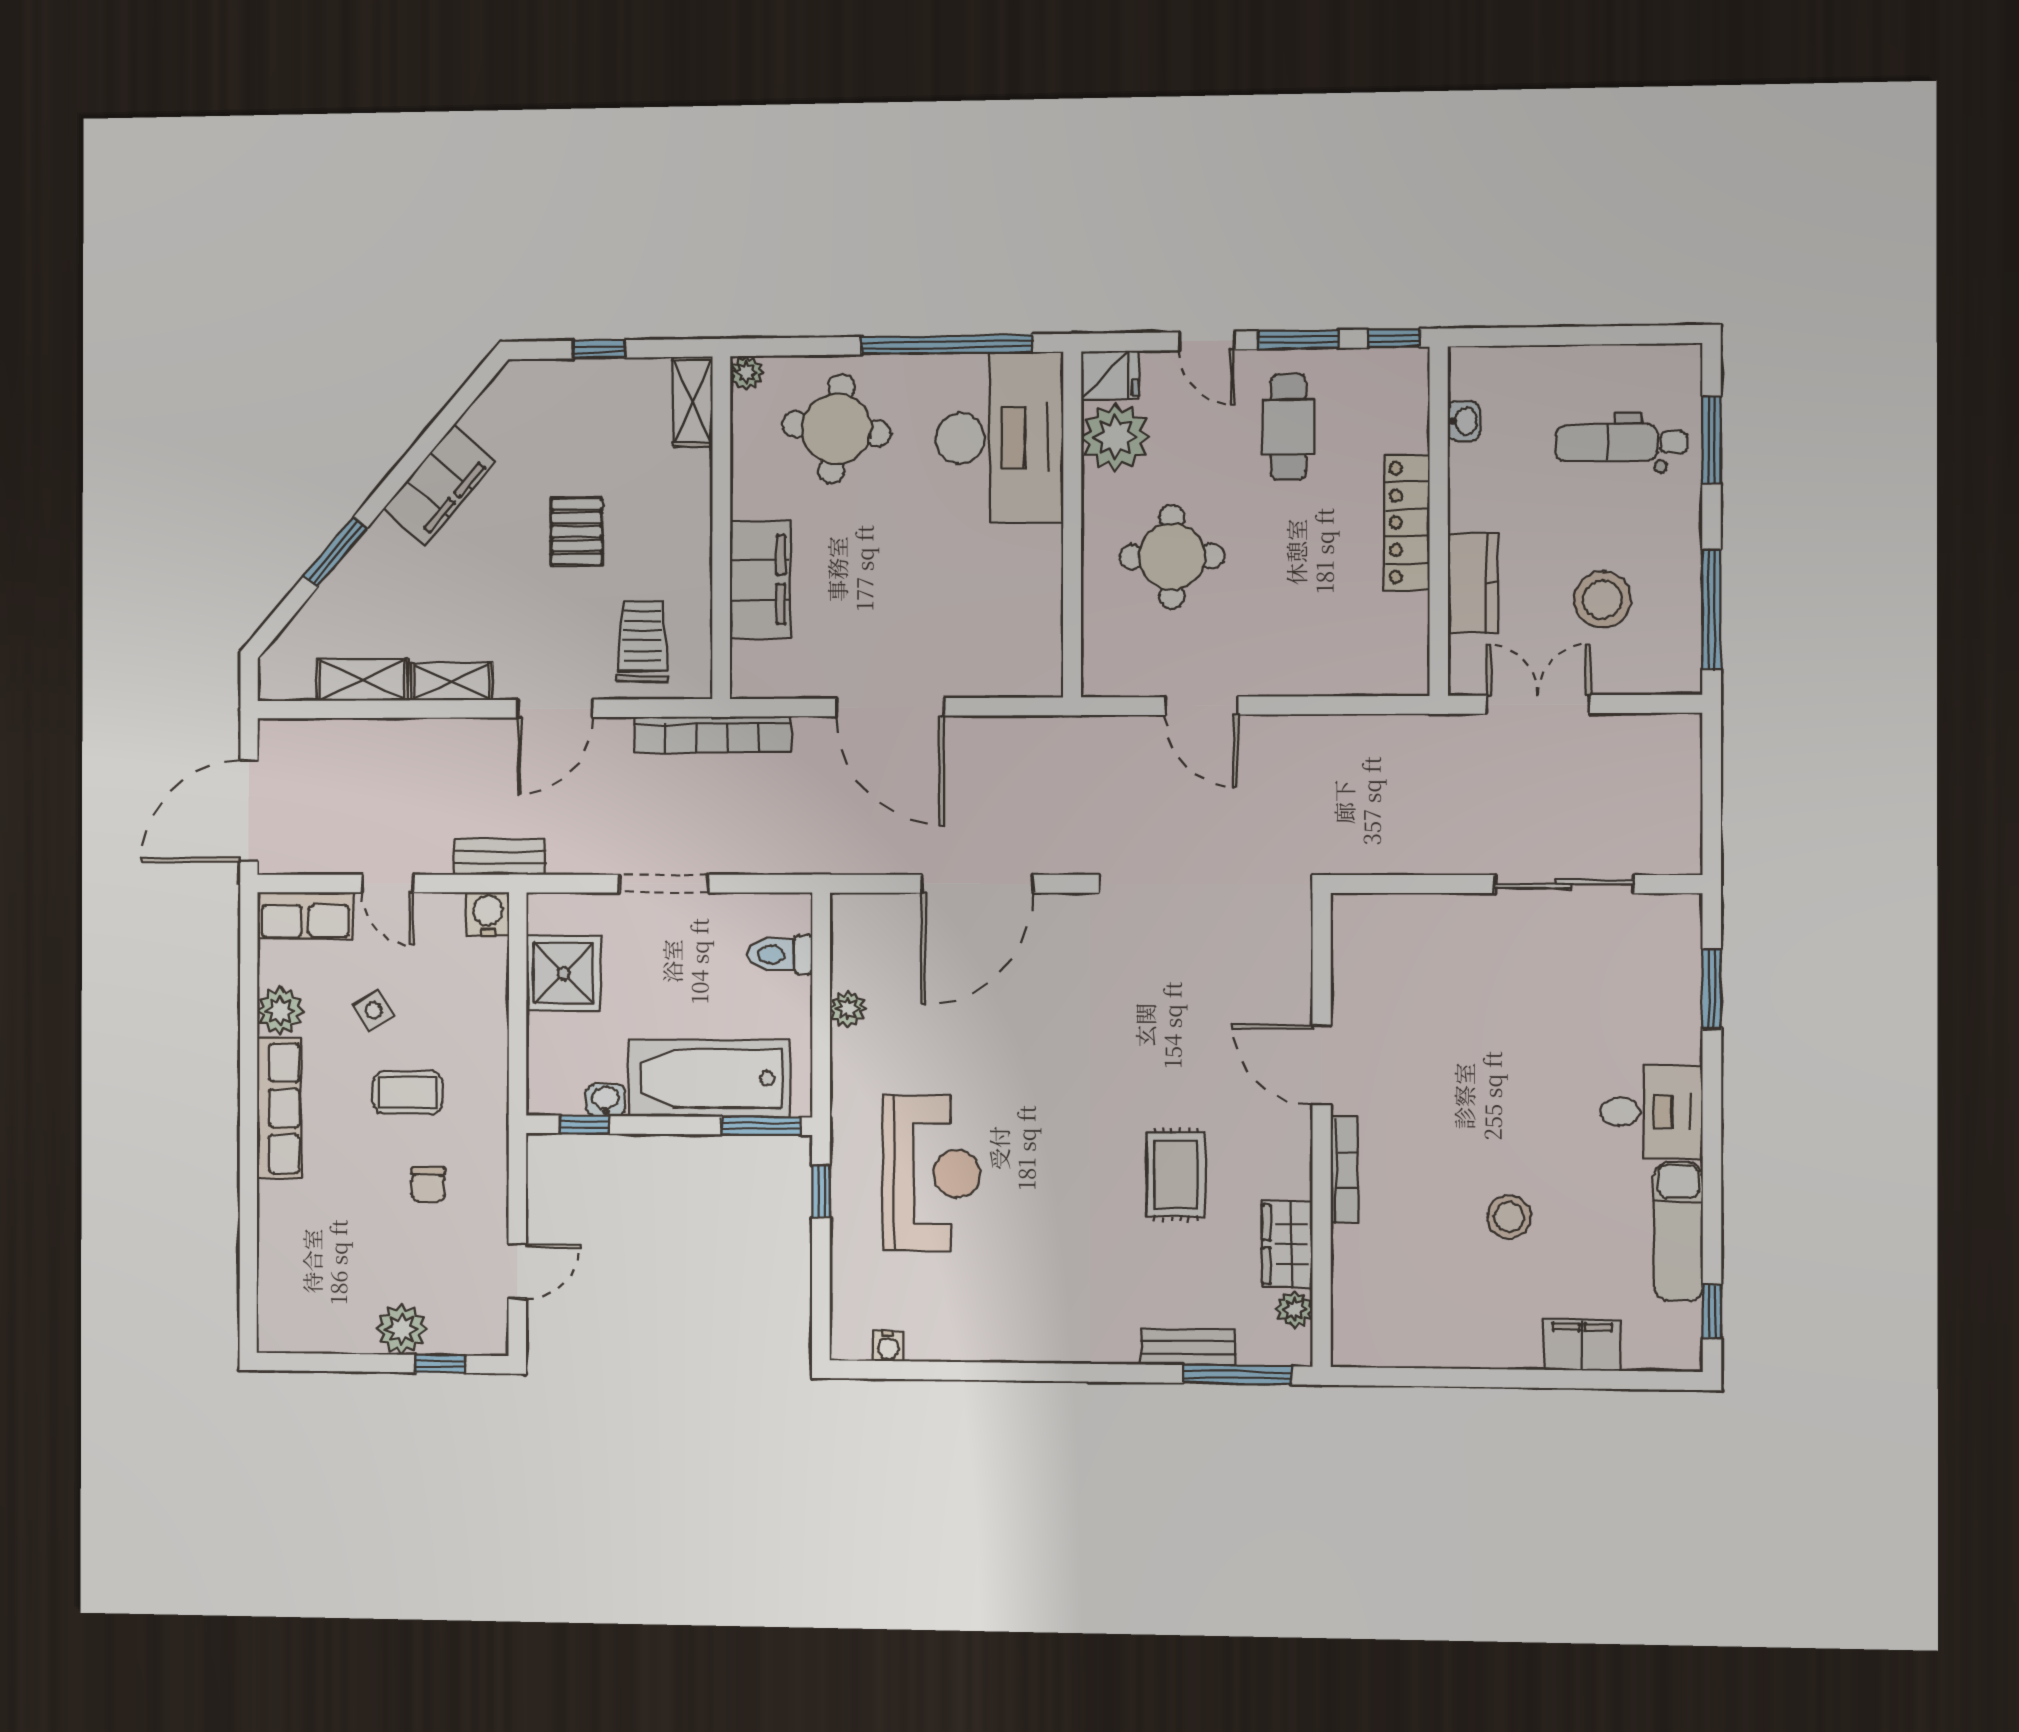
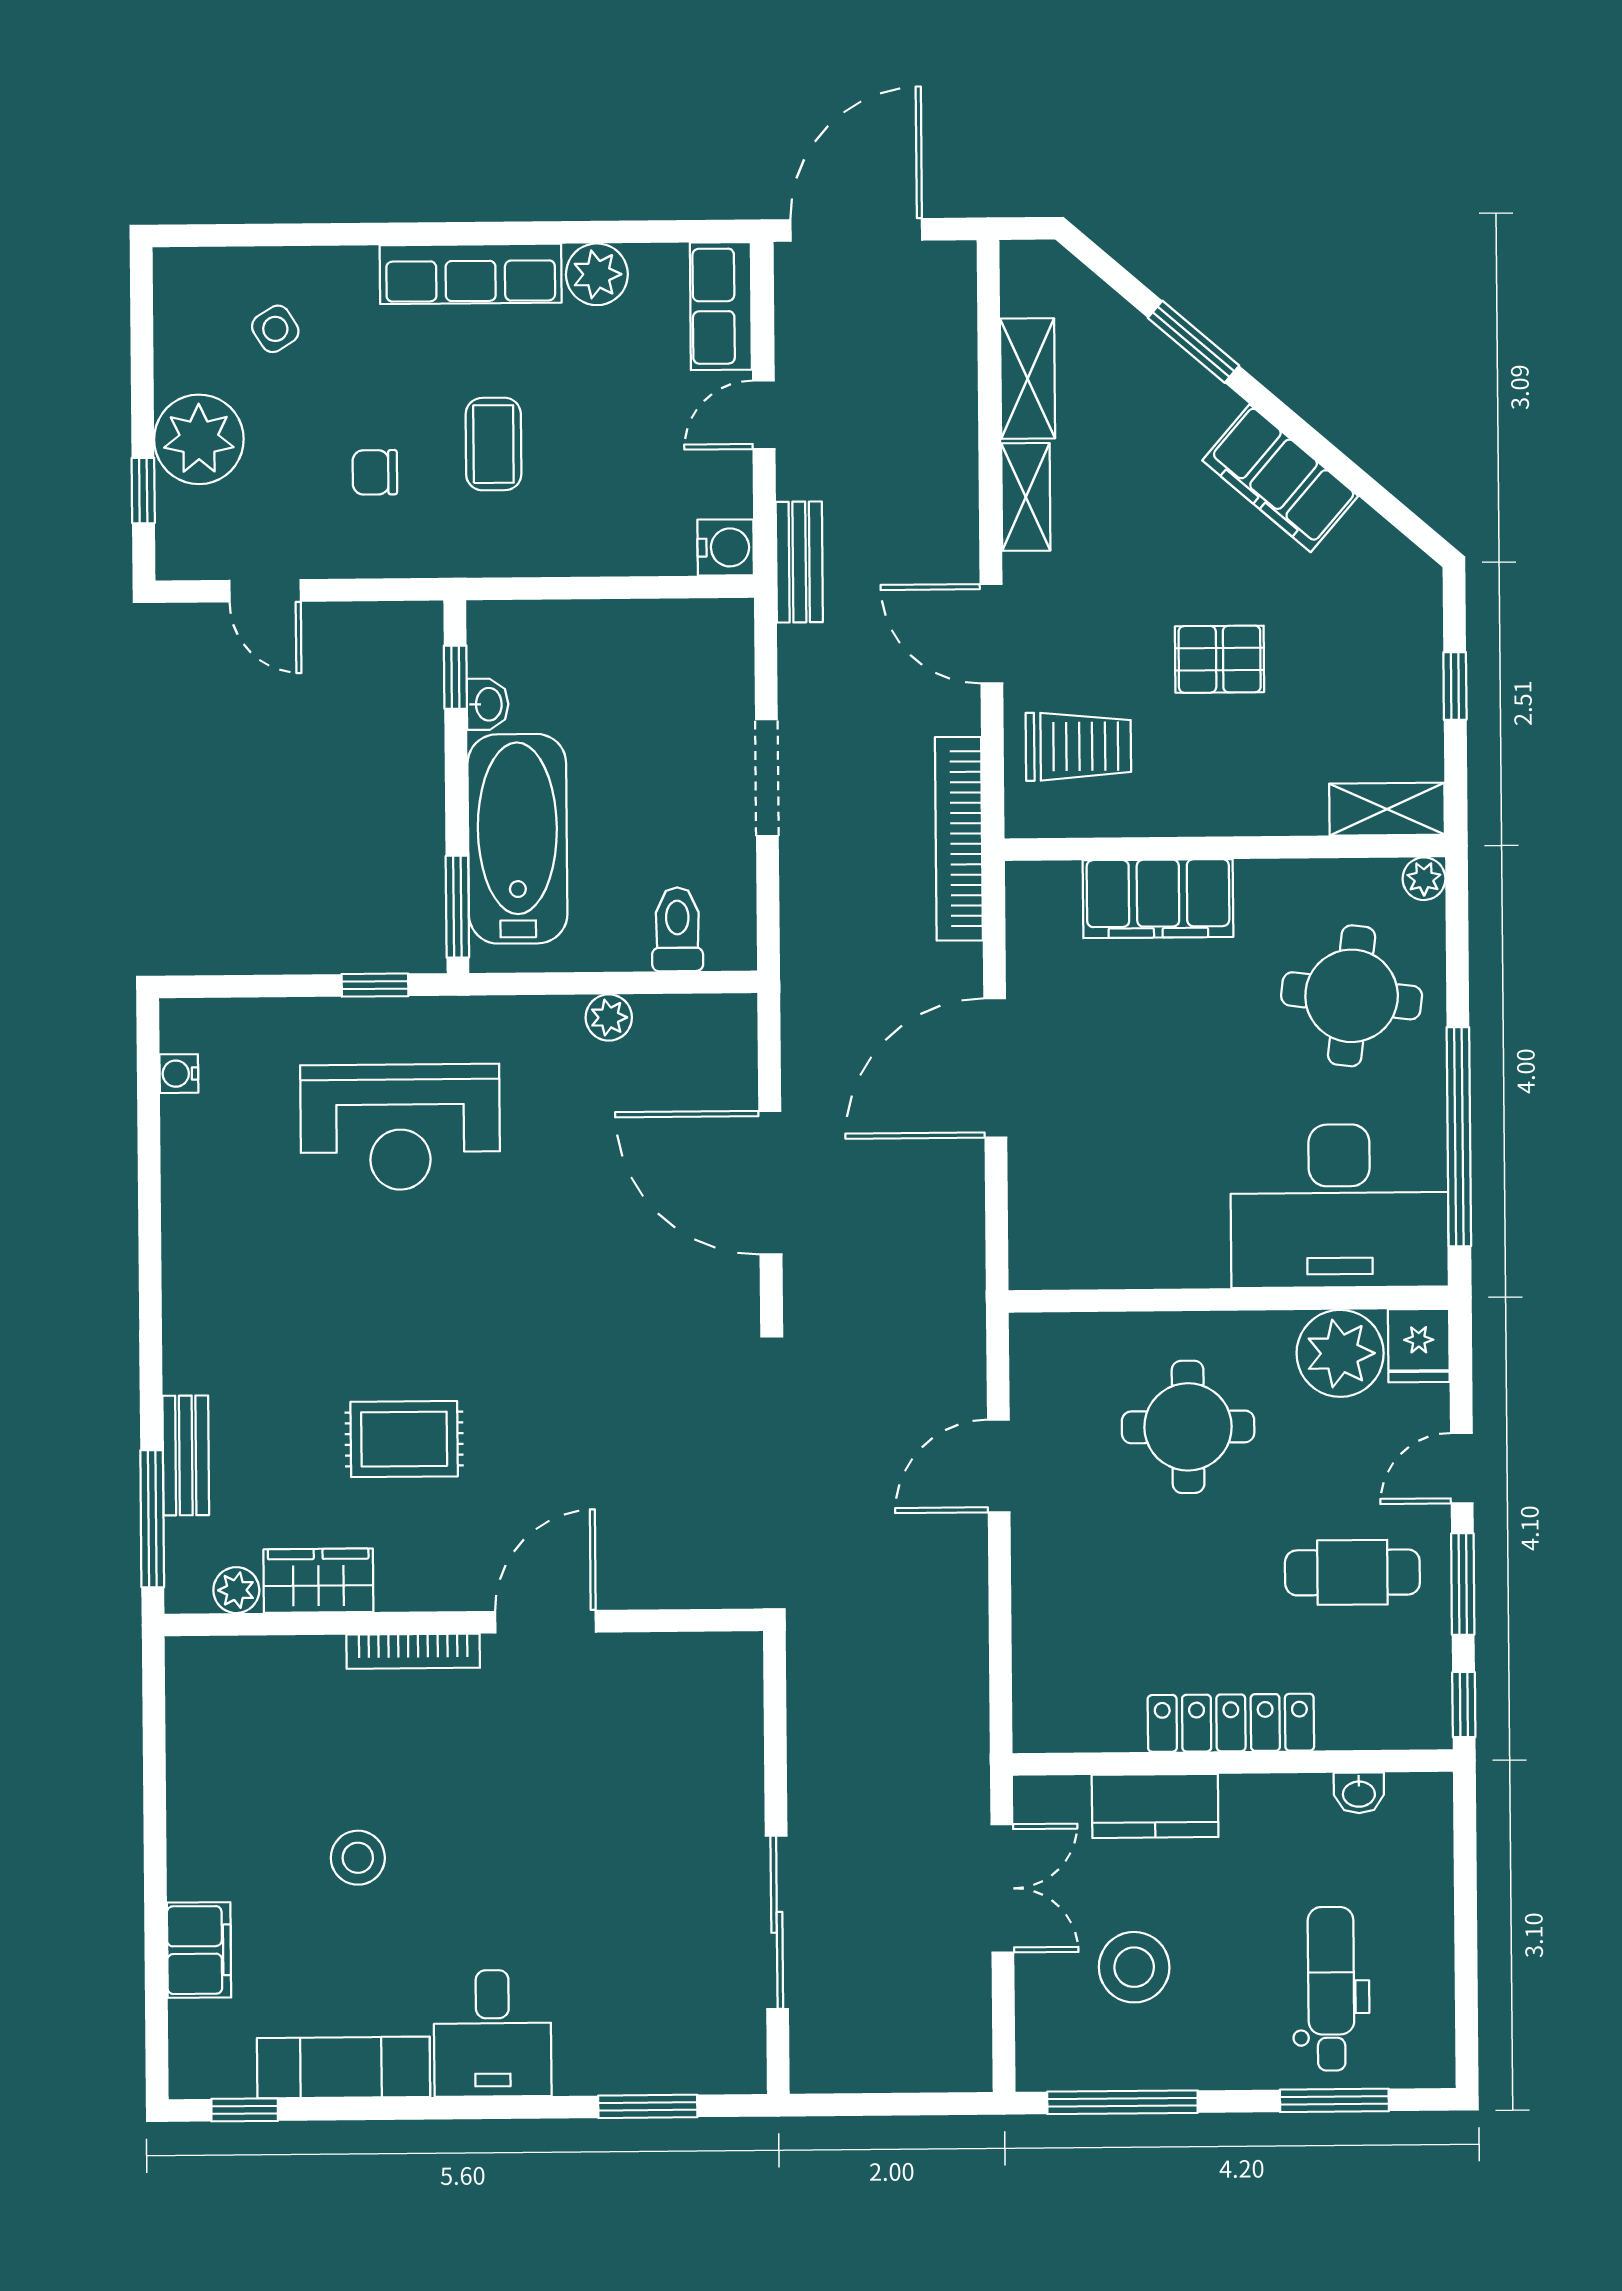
door: (249, 811) -> (856, 230), hinge flipped
shower: (563, 973) -> (650, 648), removed
side table: (374, 1010) -> (275, 329), moved
plant: (402, 1329) -> (199, 439), width x1.36, depth x1.36

